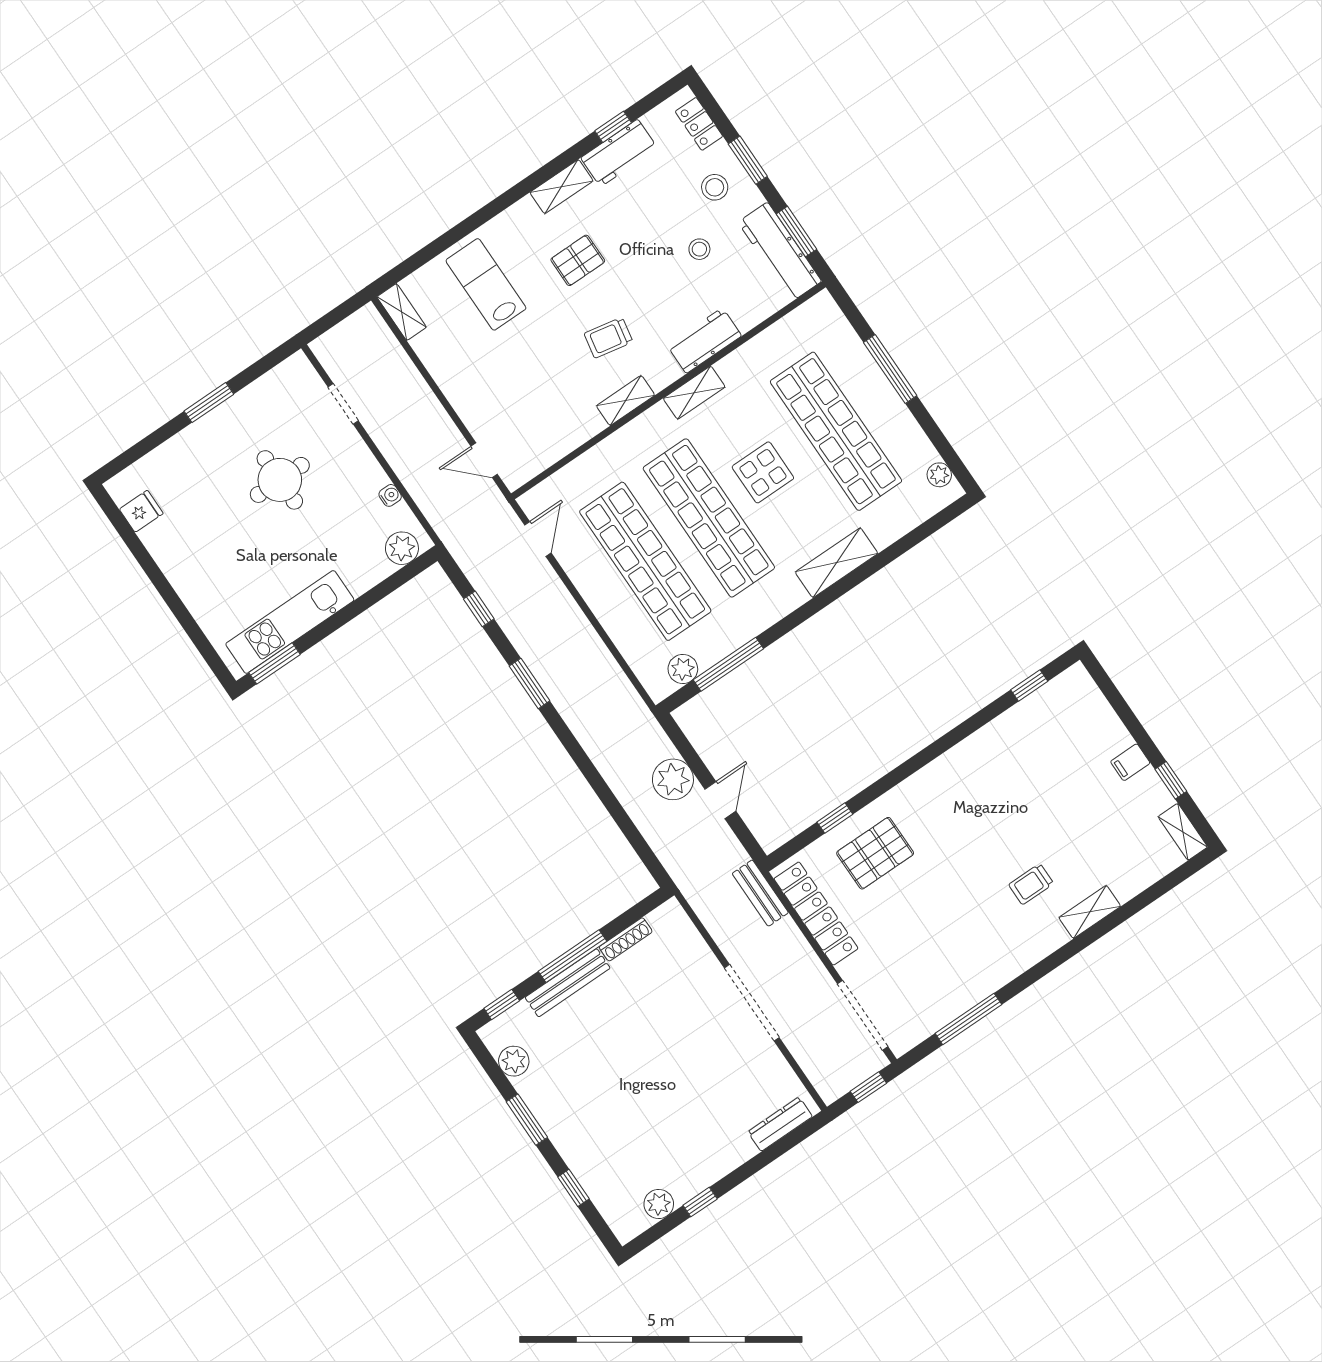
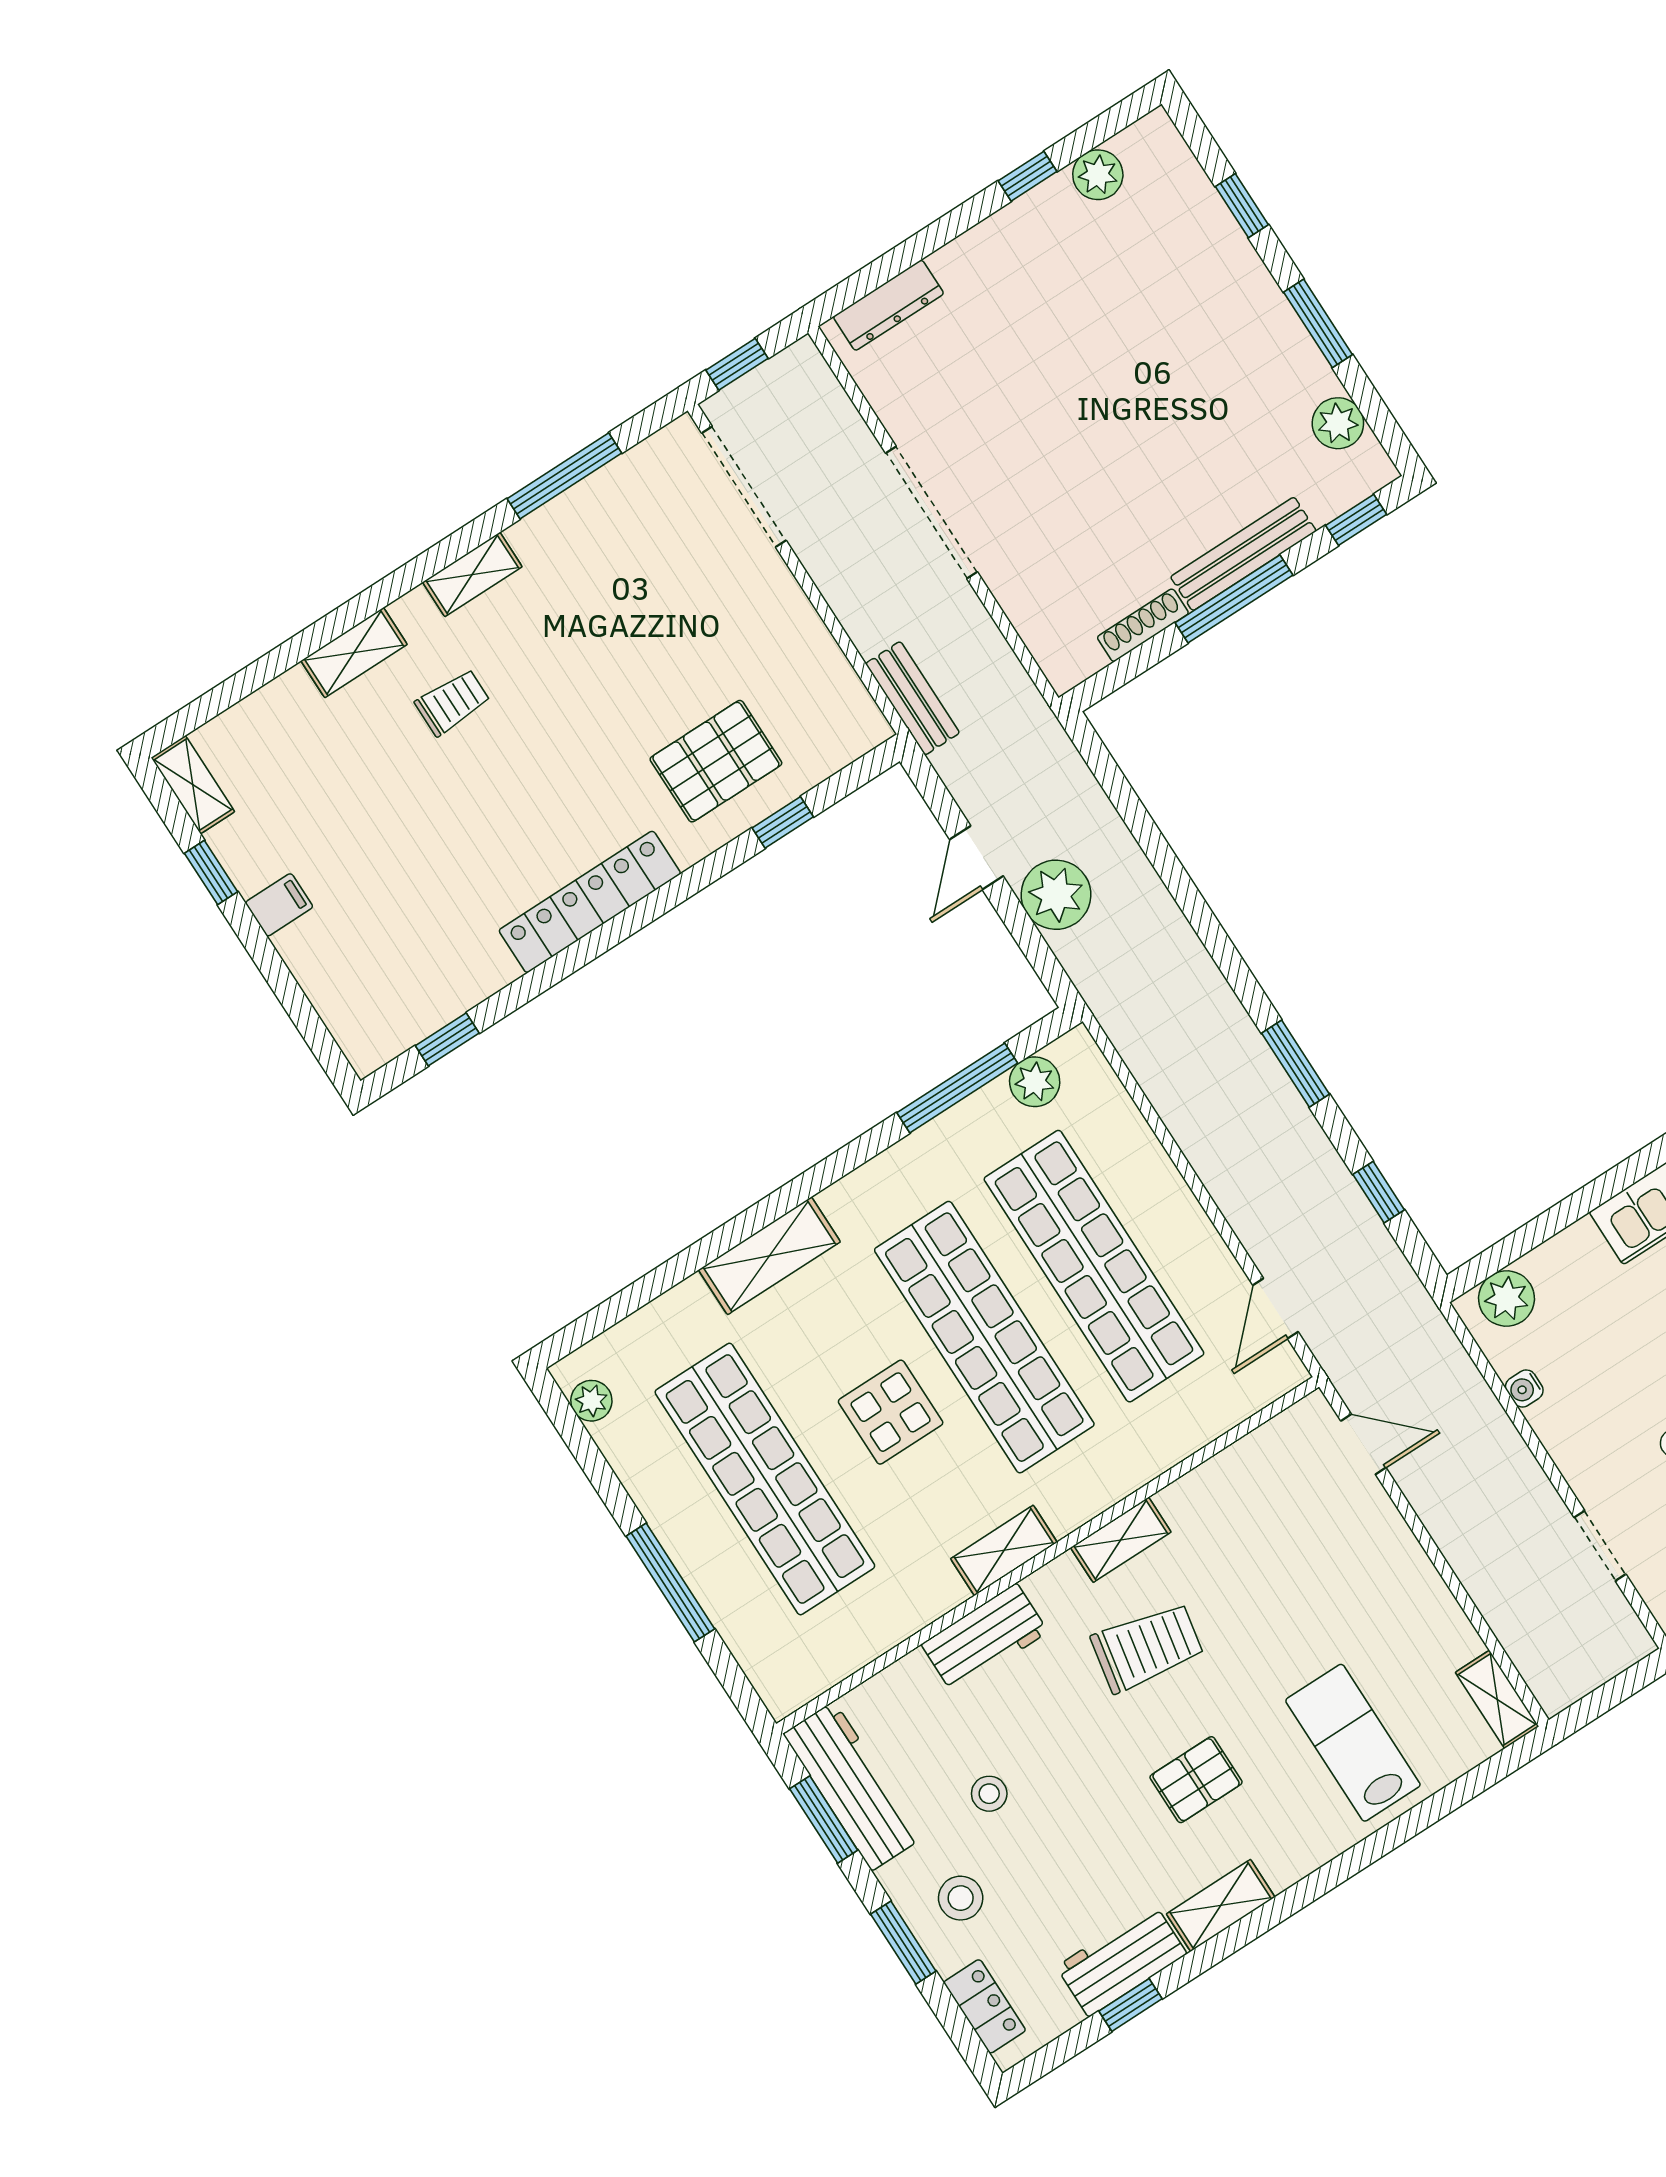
lab bench: (486, 284) -> (1353, 1743), turned 180
trolley: (608, 338) -> (1147, 1647), width x1.36, depth x1.39
locker: (816, 914) -> (590, 902), moved, turned 90
shelving: (1021, 960) -> (472, 574), added

